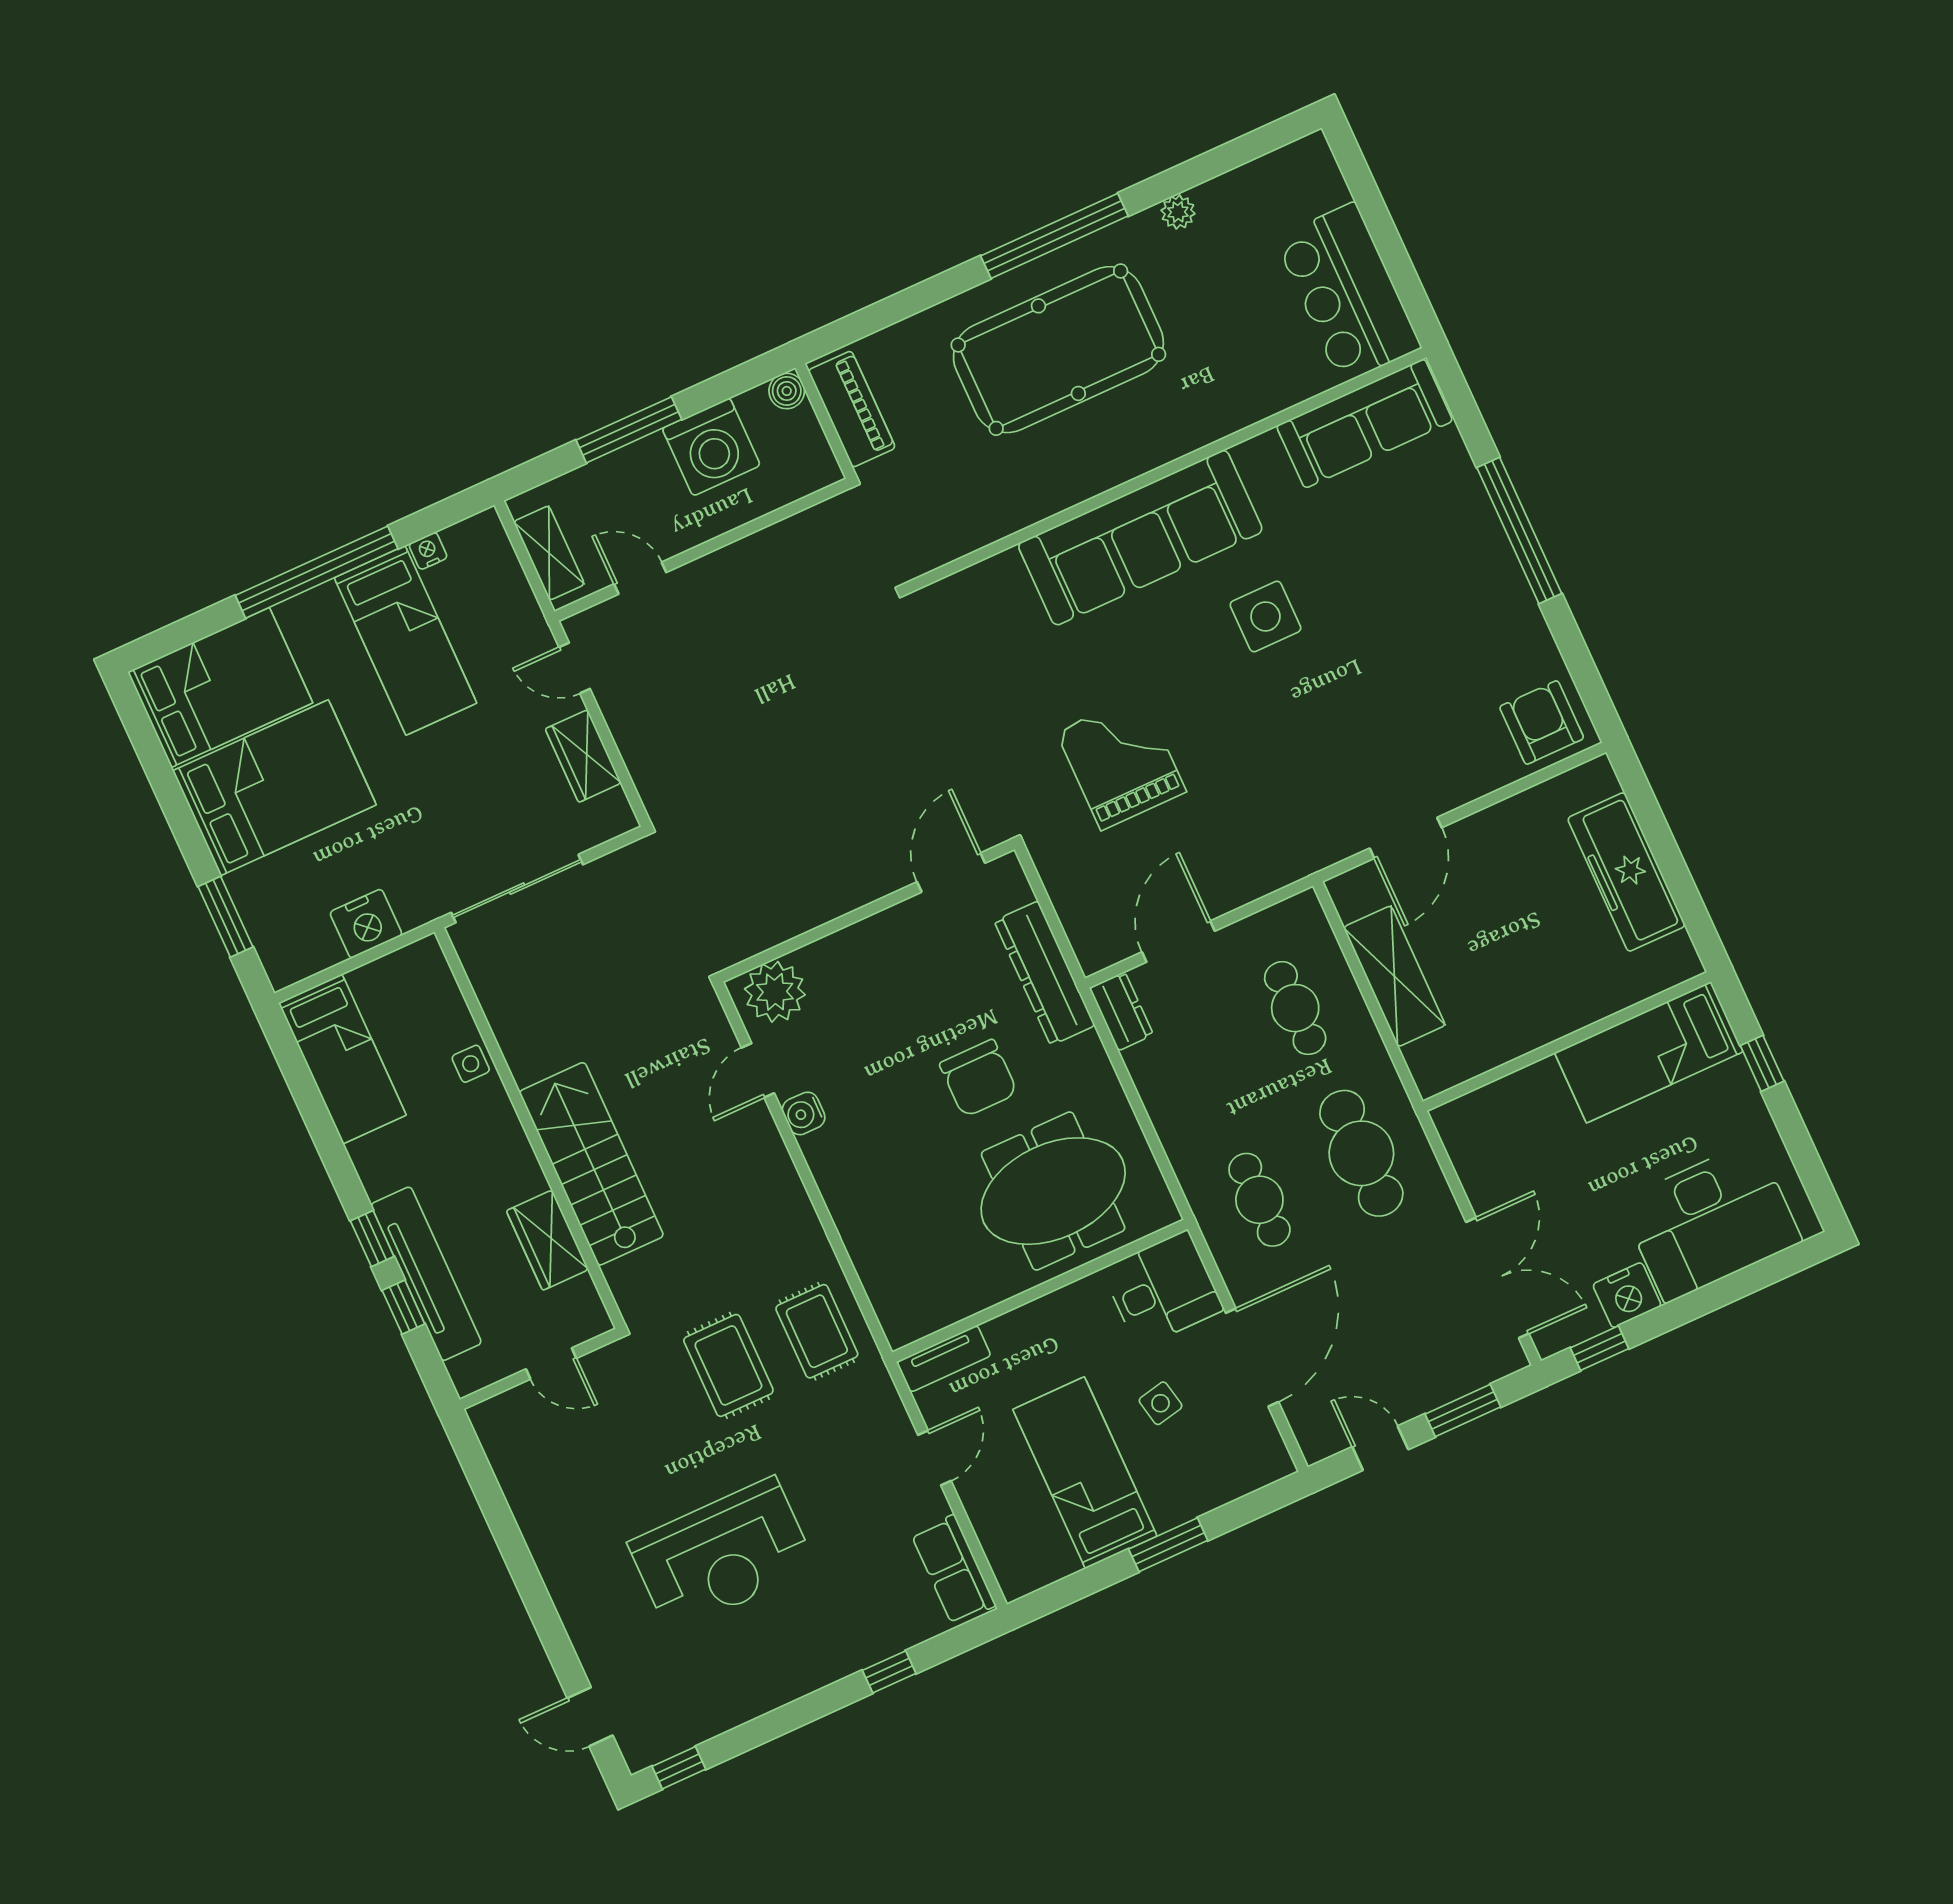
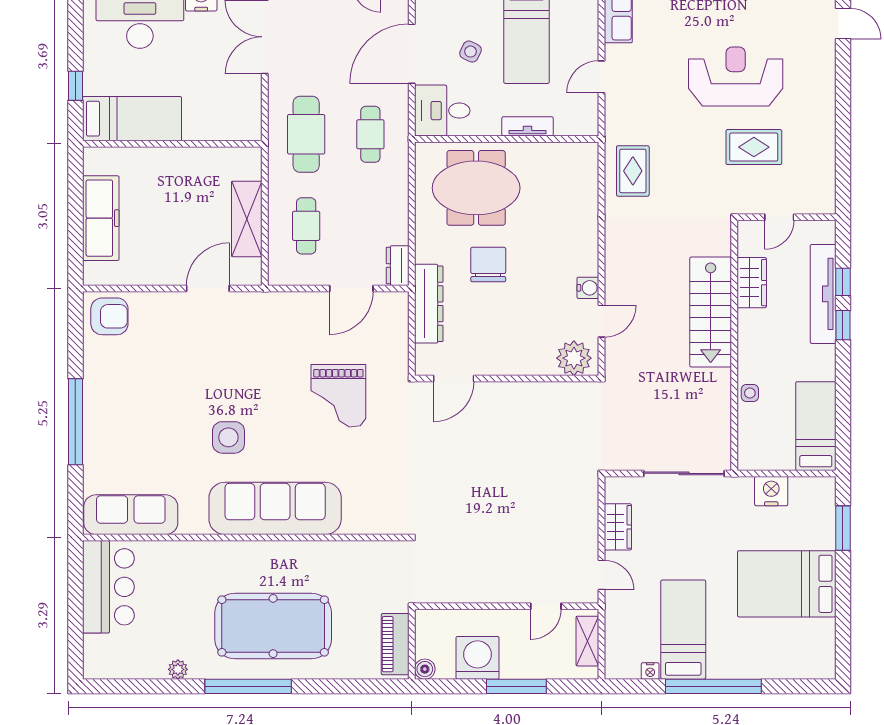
door: (640, 578) -> (546, 606), hinge flipped
bed: (220, 687) -> (791, 649), removed
armchair: (1542, 722) -> (109, 316), turned -90
tv unit: (944, 1359) -> (528, 126), moved
door: (551, 1364) -> (779, 217), swing flipped
rug: (728, 1365) -> (754, 147), moved, turned 90
side table: (1161, 1403) -> (470, 52), turned 38

